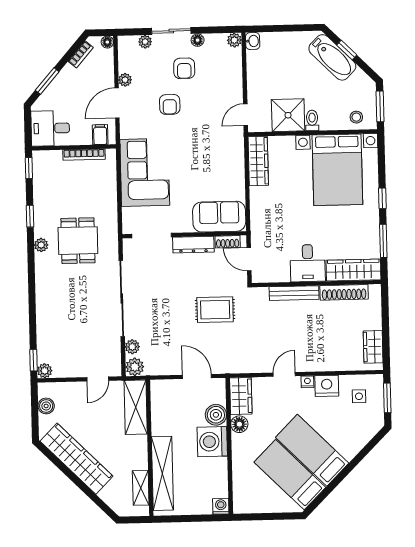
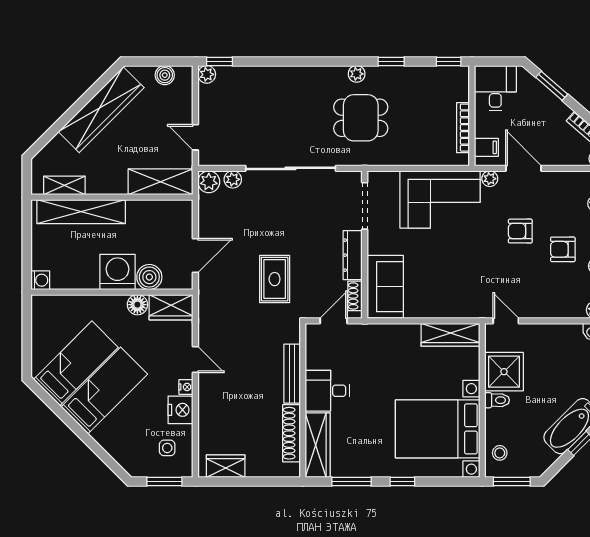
plant: (125, 80) -> (490, 179), moved

